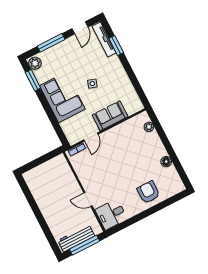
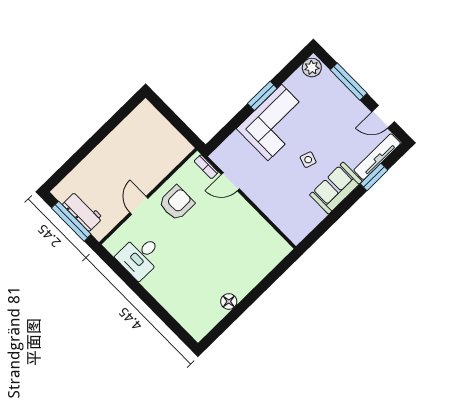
window: (33, 80) -> (262, 96), moved
sofa: (110, 116) -> (336, 188), moved, turned -90
plant: (149, 127) -> (271, 261), removed
armchair: (148, 192) -> (176, 203), moved
desk: (111, 214) -> (140, 256), moved, turned -90
workbench: (76, 238) -> (83, 211), width x0.73

